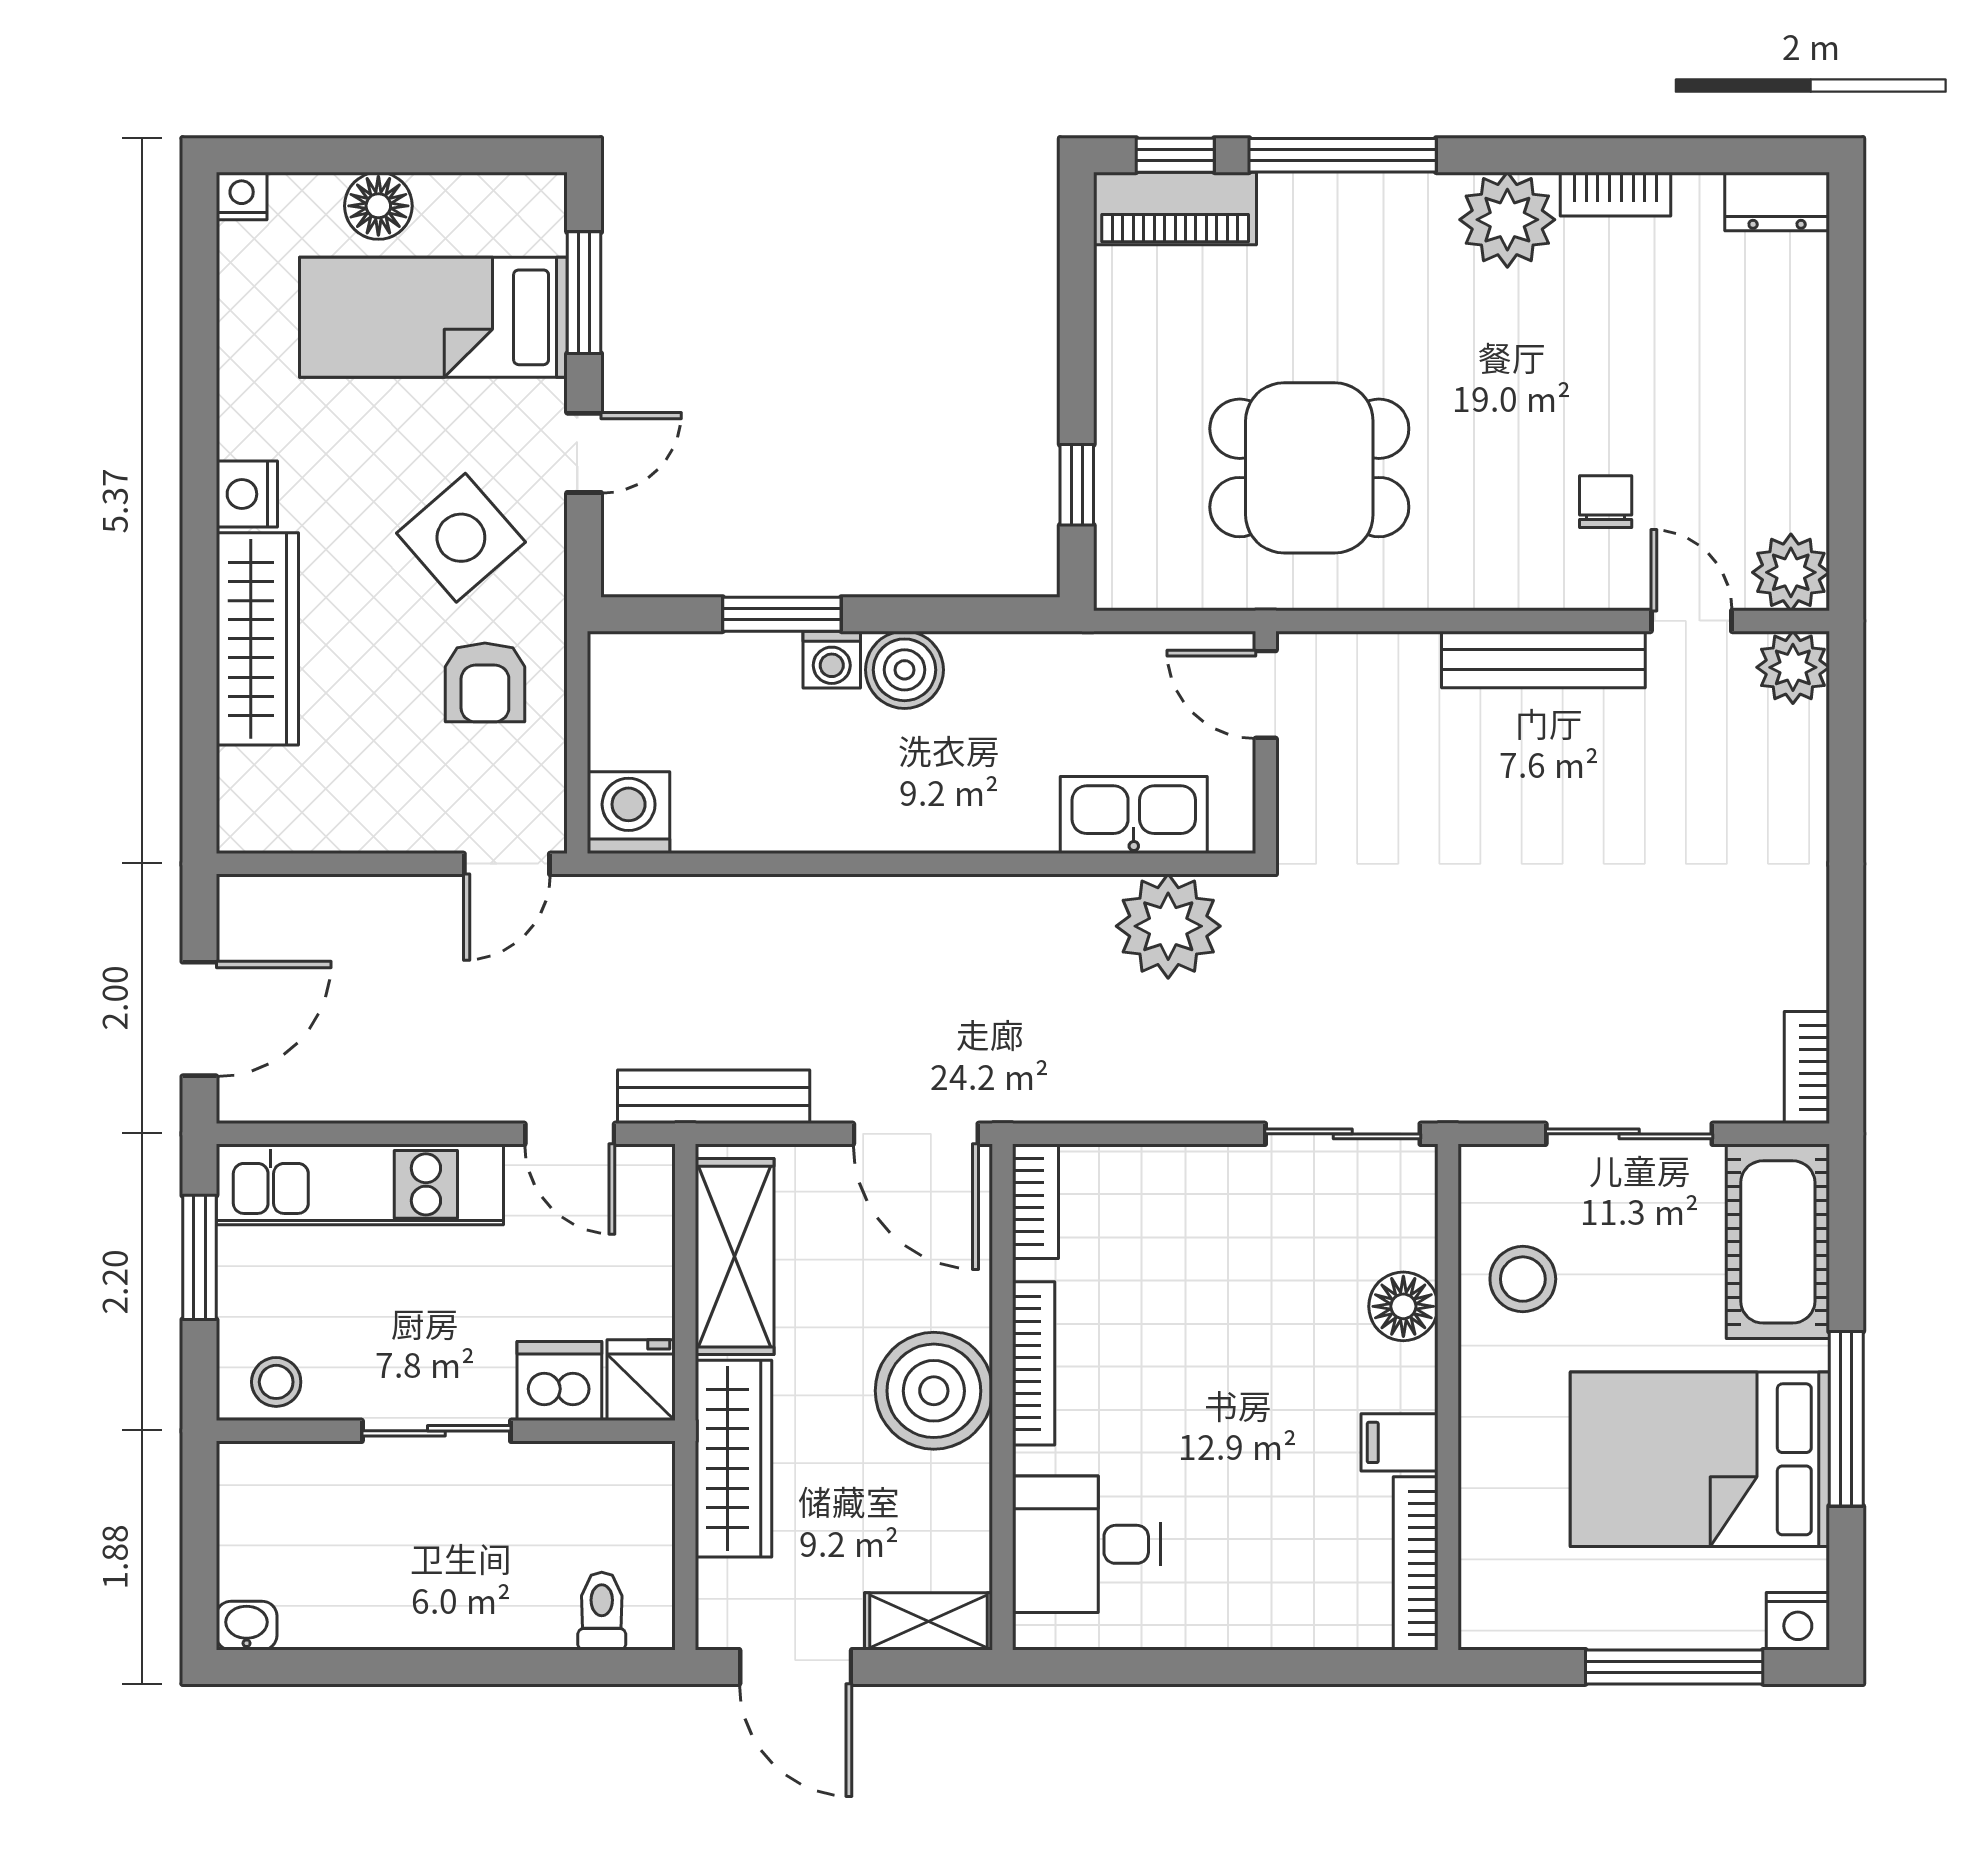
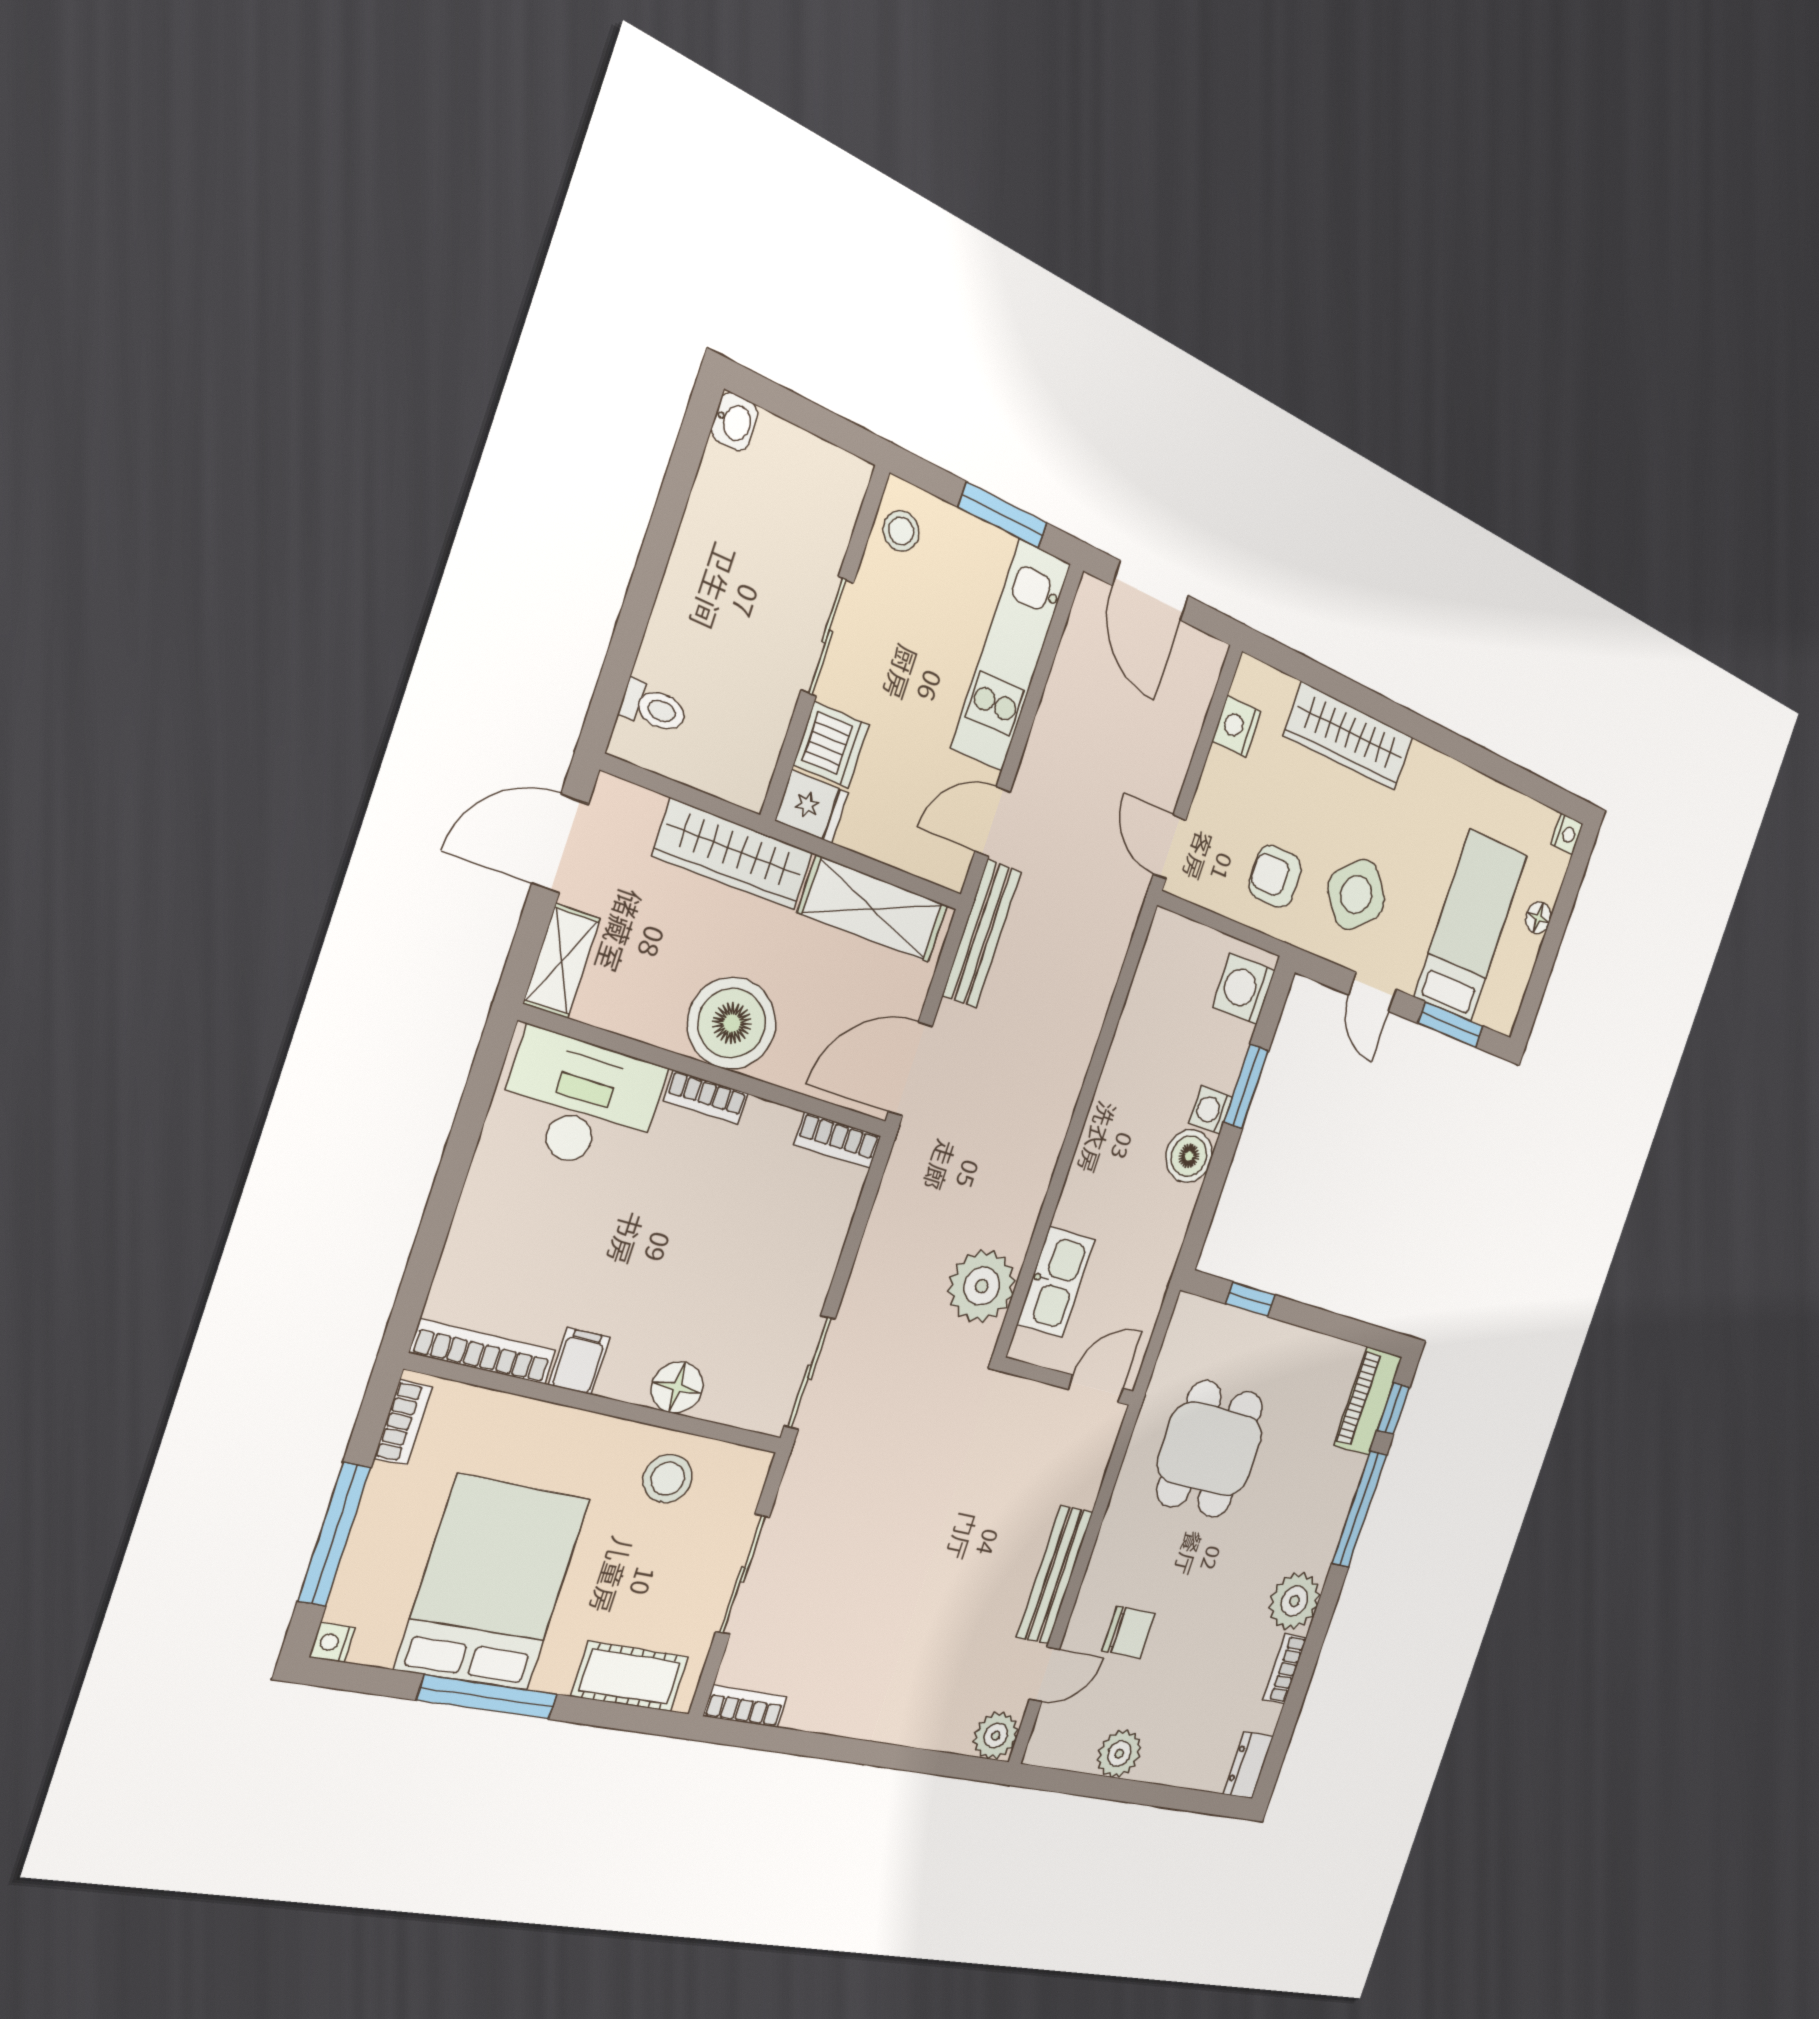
floor lamp: (378, 206) -> (1538, 918), width x0.73, depth x0.73
nightstand: (247, 494) -> (1237, 726), moved, turned -90
chair: (1606, 502) -> (1129, 1632), width x1.37, depth x1.37
plant: (1791, 572) -> (1119, 1754), moved
washing machine: (629, 813) -> (1244, 989), moved, turned 180
cot: (1778, 1242) -> (630, 1677), width x0.73, depth x0.75
bookcase: (1034, 1363) -> (706, 1097), width x0.64
desk: (1086, 1544) -> (581, 1103), width x1.37
nightstand: (1798, 1621) -> (332, 1642), width x0.72, depth x0.74
bookcase: (1523, 1630) -> (403, 1422), added

